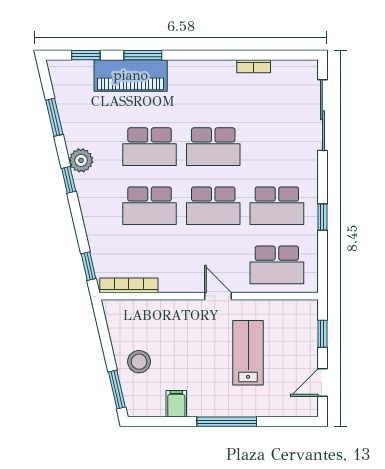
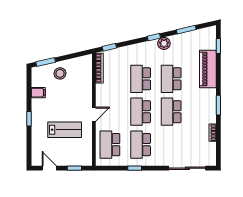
window: (143, 55) -> (218, 105), moved
window: (227, 422) -> (29, 119), width x0.46

